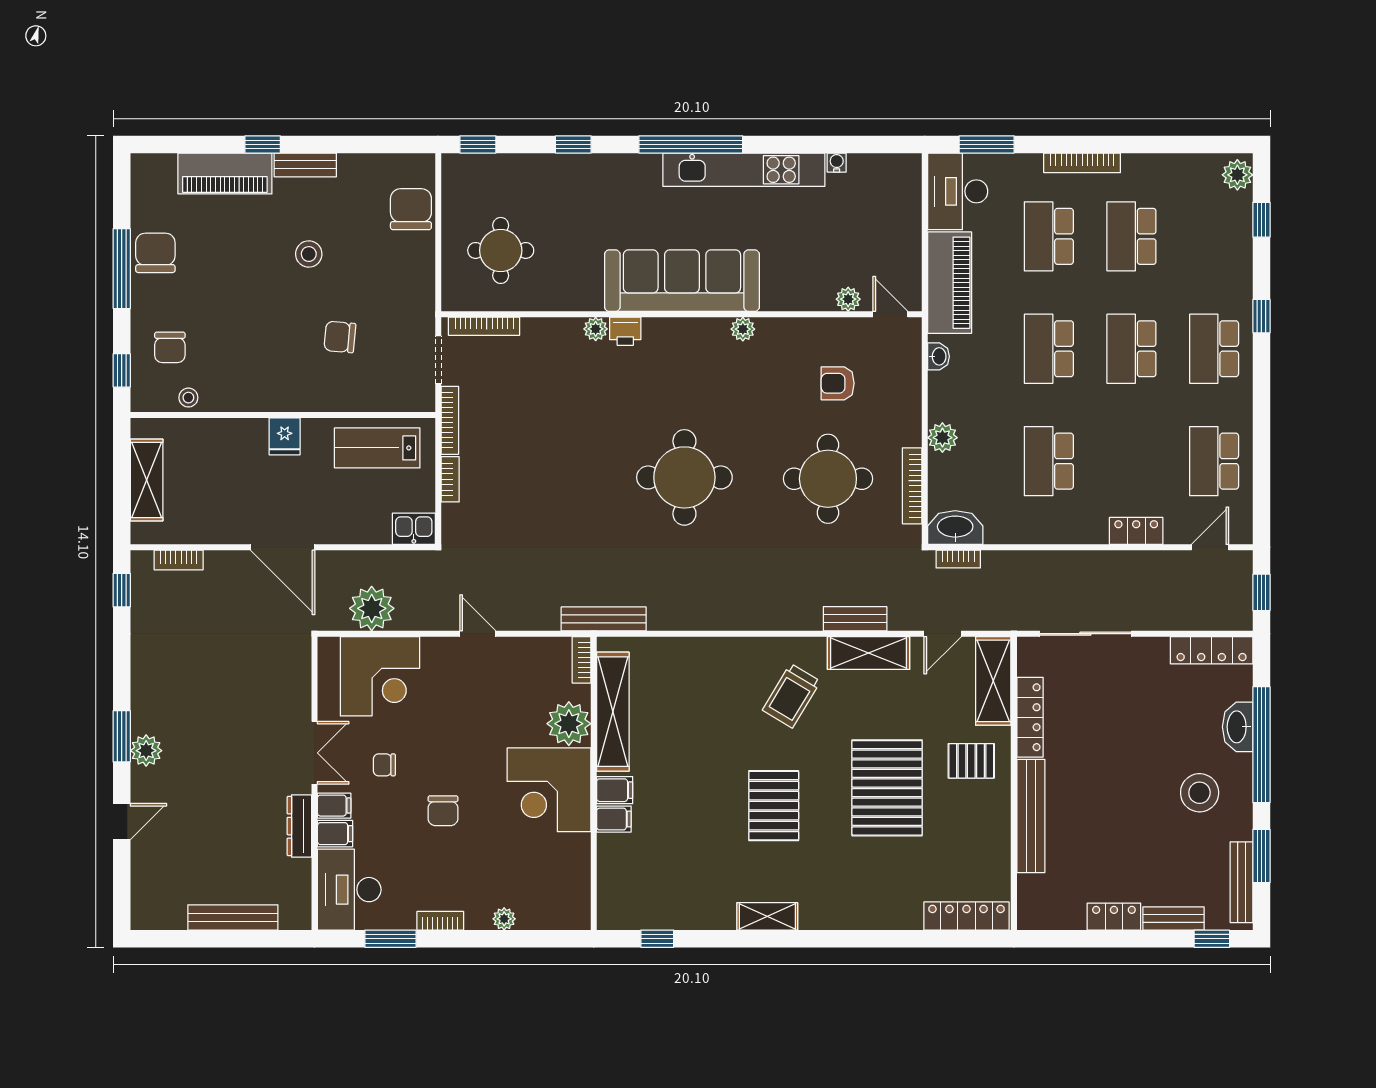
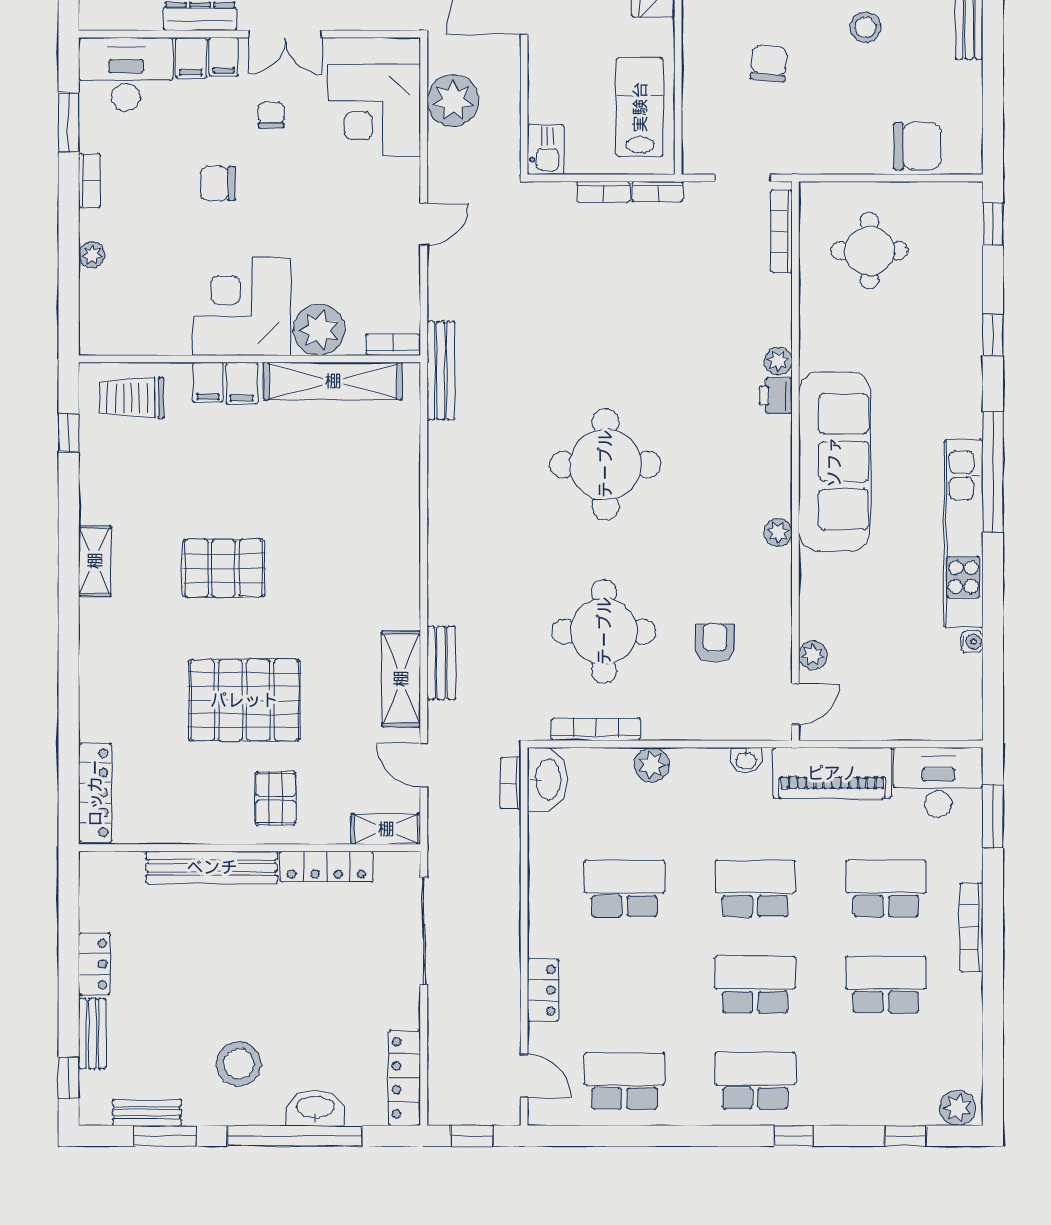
bookcase: (450, 420) -> (658, 192), width x0.64
shelving: (993, 681) -> (386, 829), width x0.67, depth x0.75
trolley: (791, 696) -> (132, 398), moved, turned -31
bench: (1241, 882) -> (147, 1113), width x0.73

